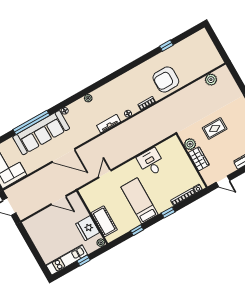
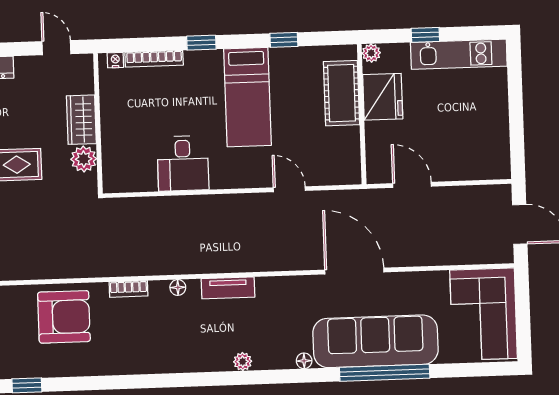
door: (105, 174) -> (289, 189), swing flipped

